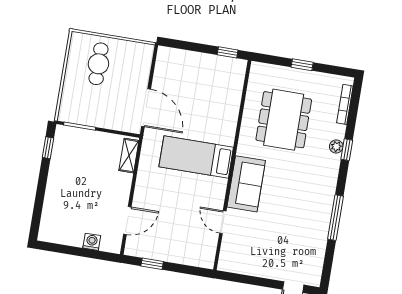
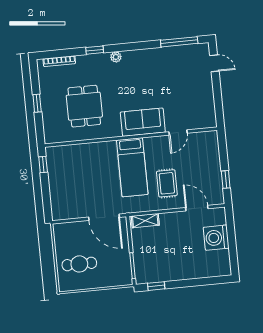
door: (146, 108) -> (104, 217), swing flipped
dining table: (284, 120) -> (84, 106), width x0.73
plant: (336, 146) -> (116, 57), moved
rug: (166, 193) -> (167, 183), added
window: (335, 218) -> (179, 42), moved
washing machine: (92, 242) -> (216, 238), width x1.89, depth x1.89

